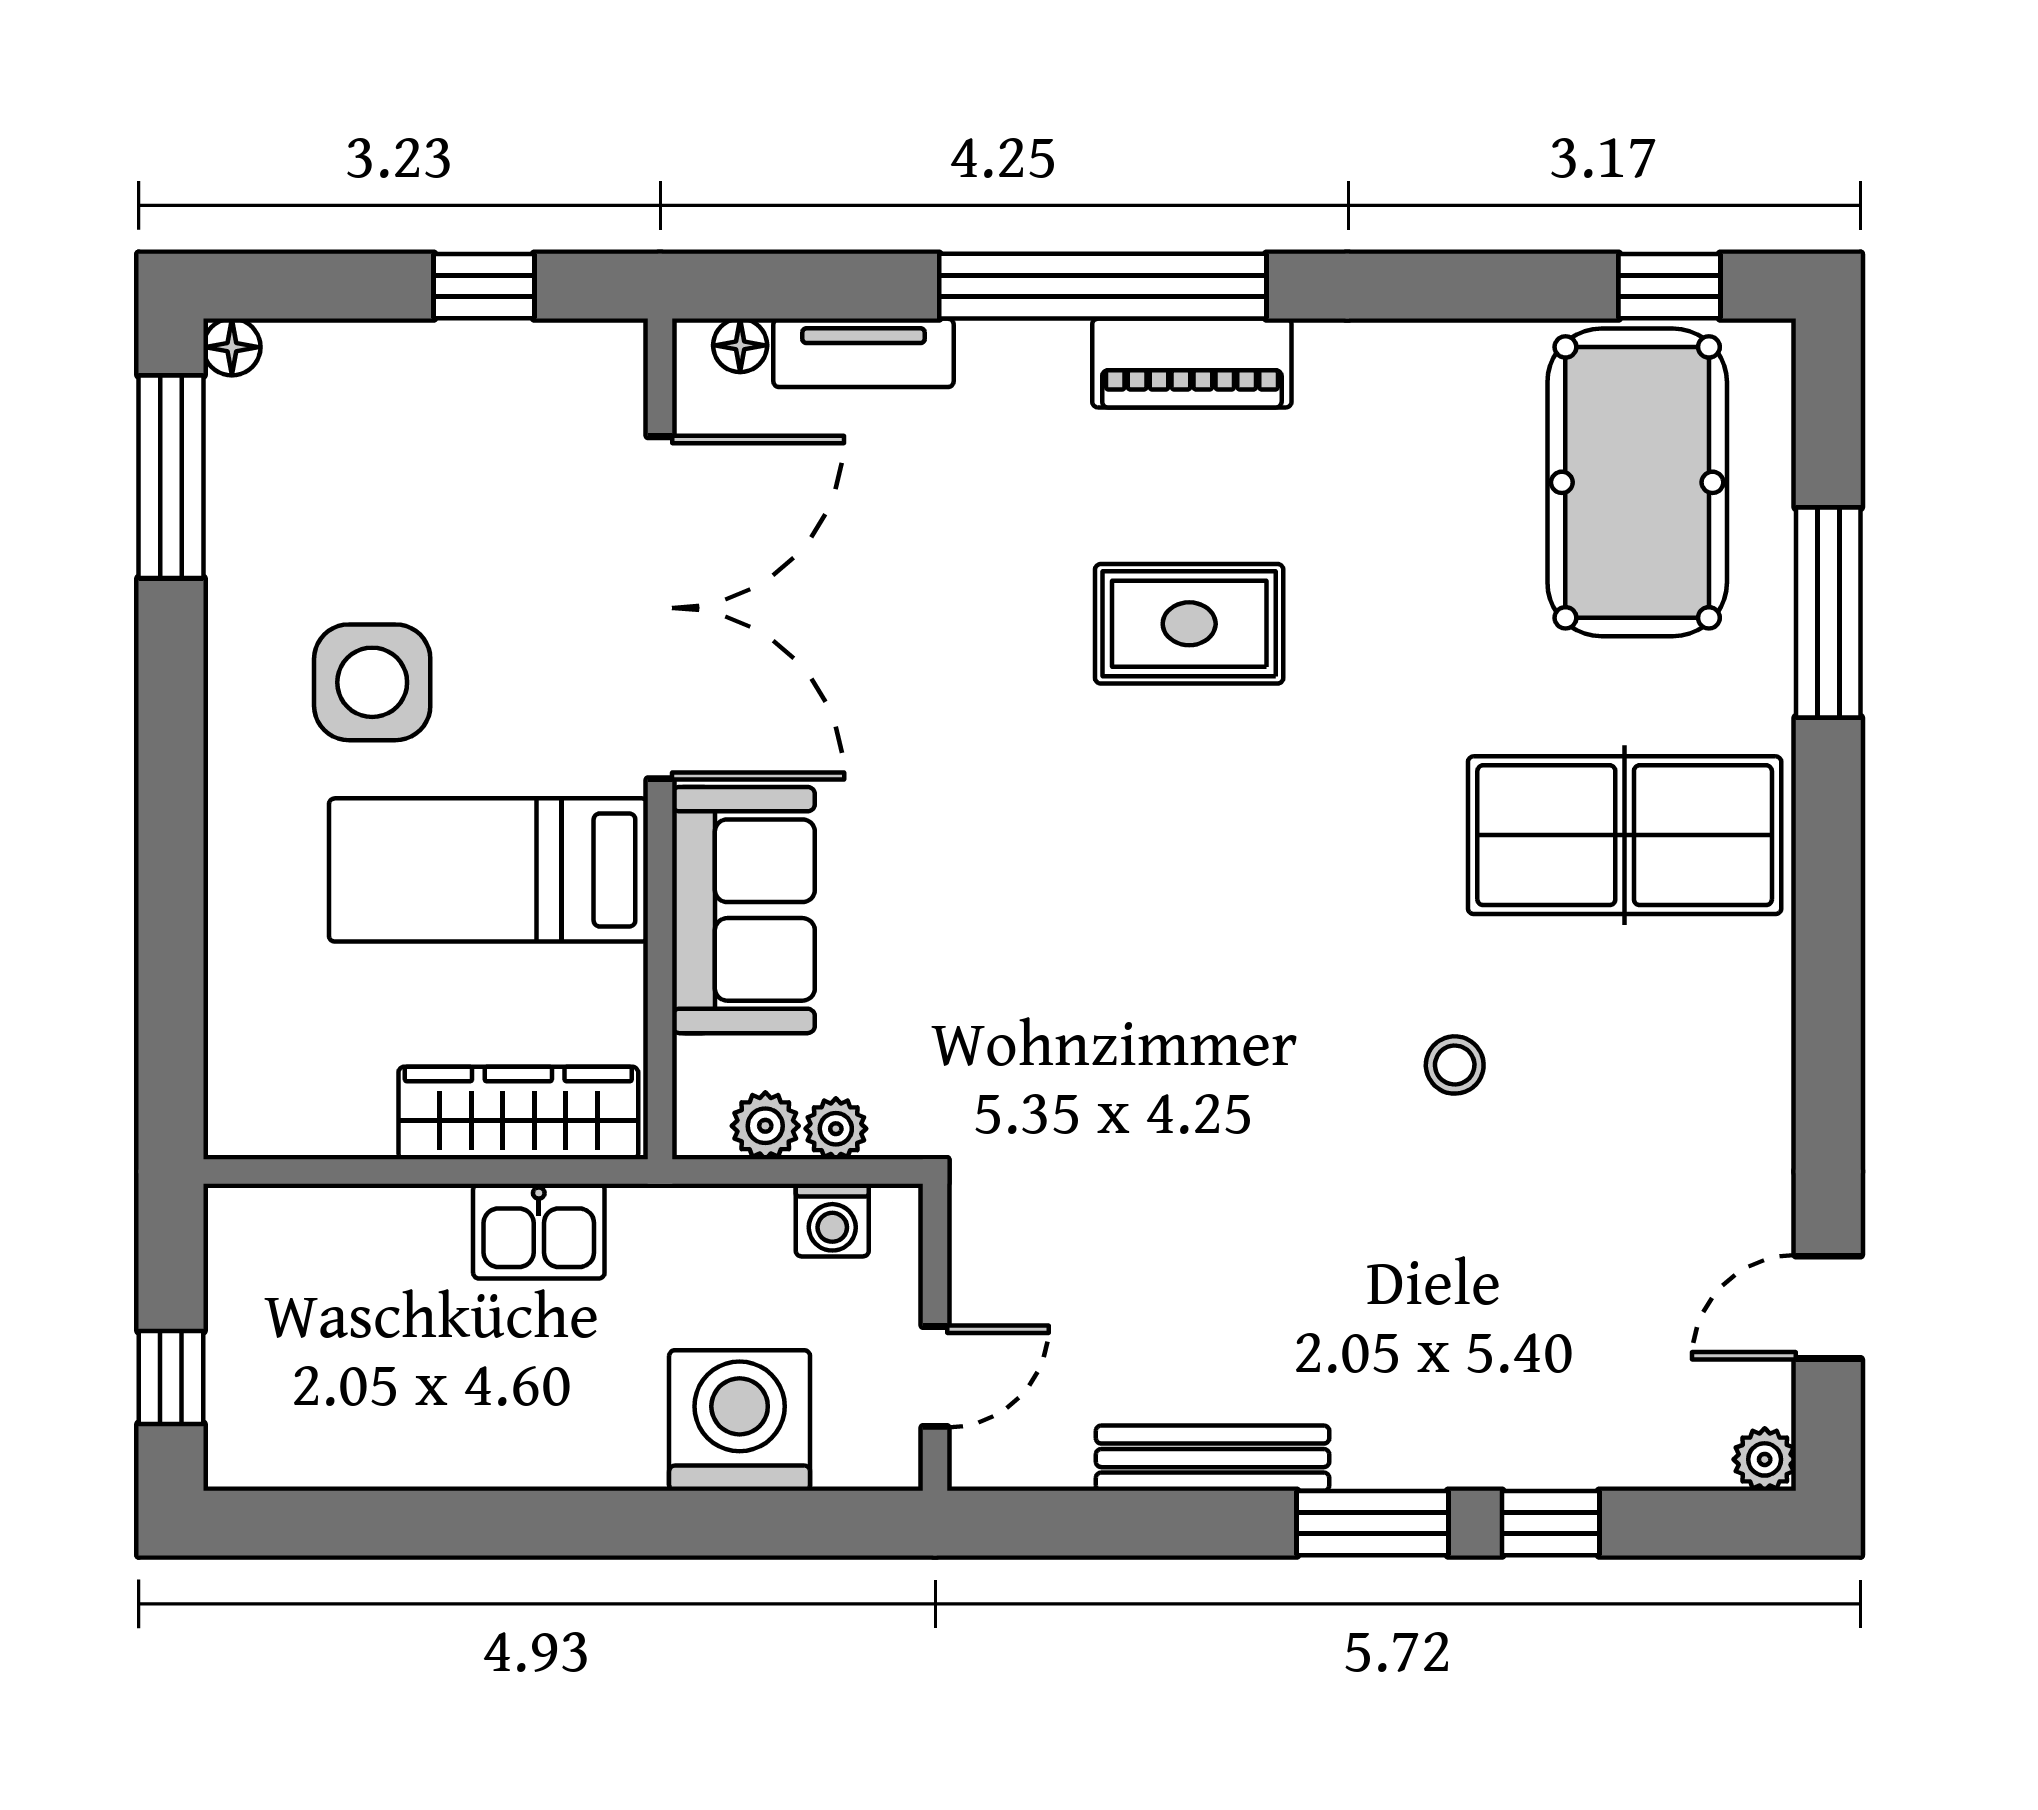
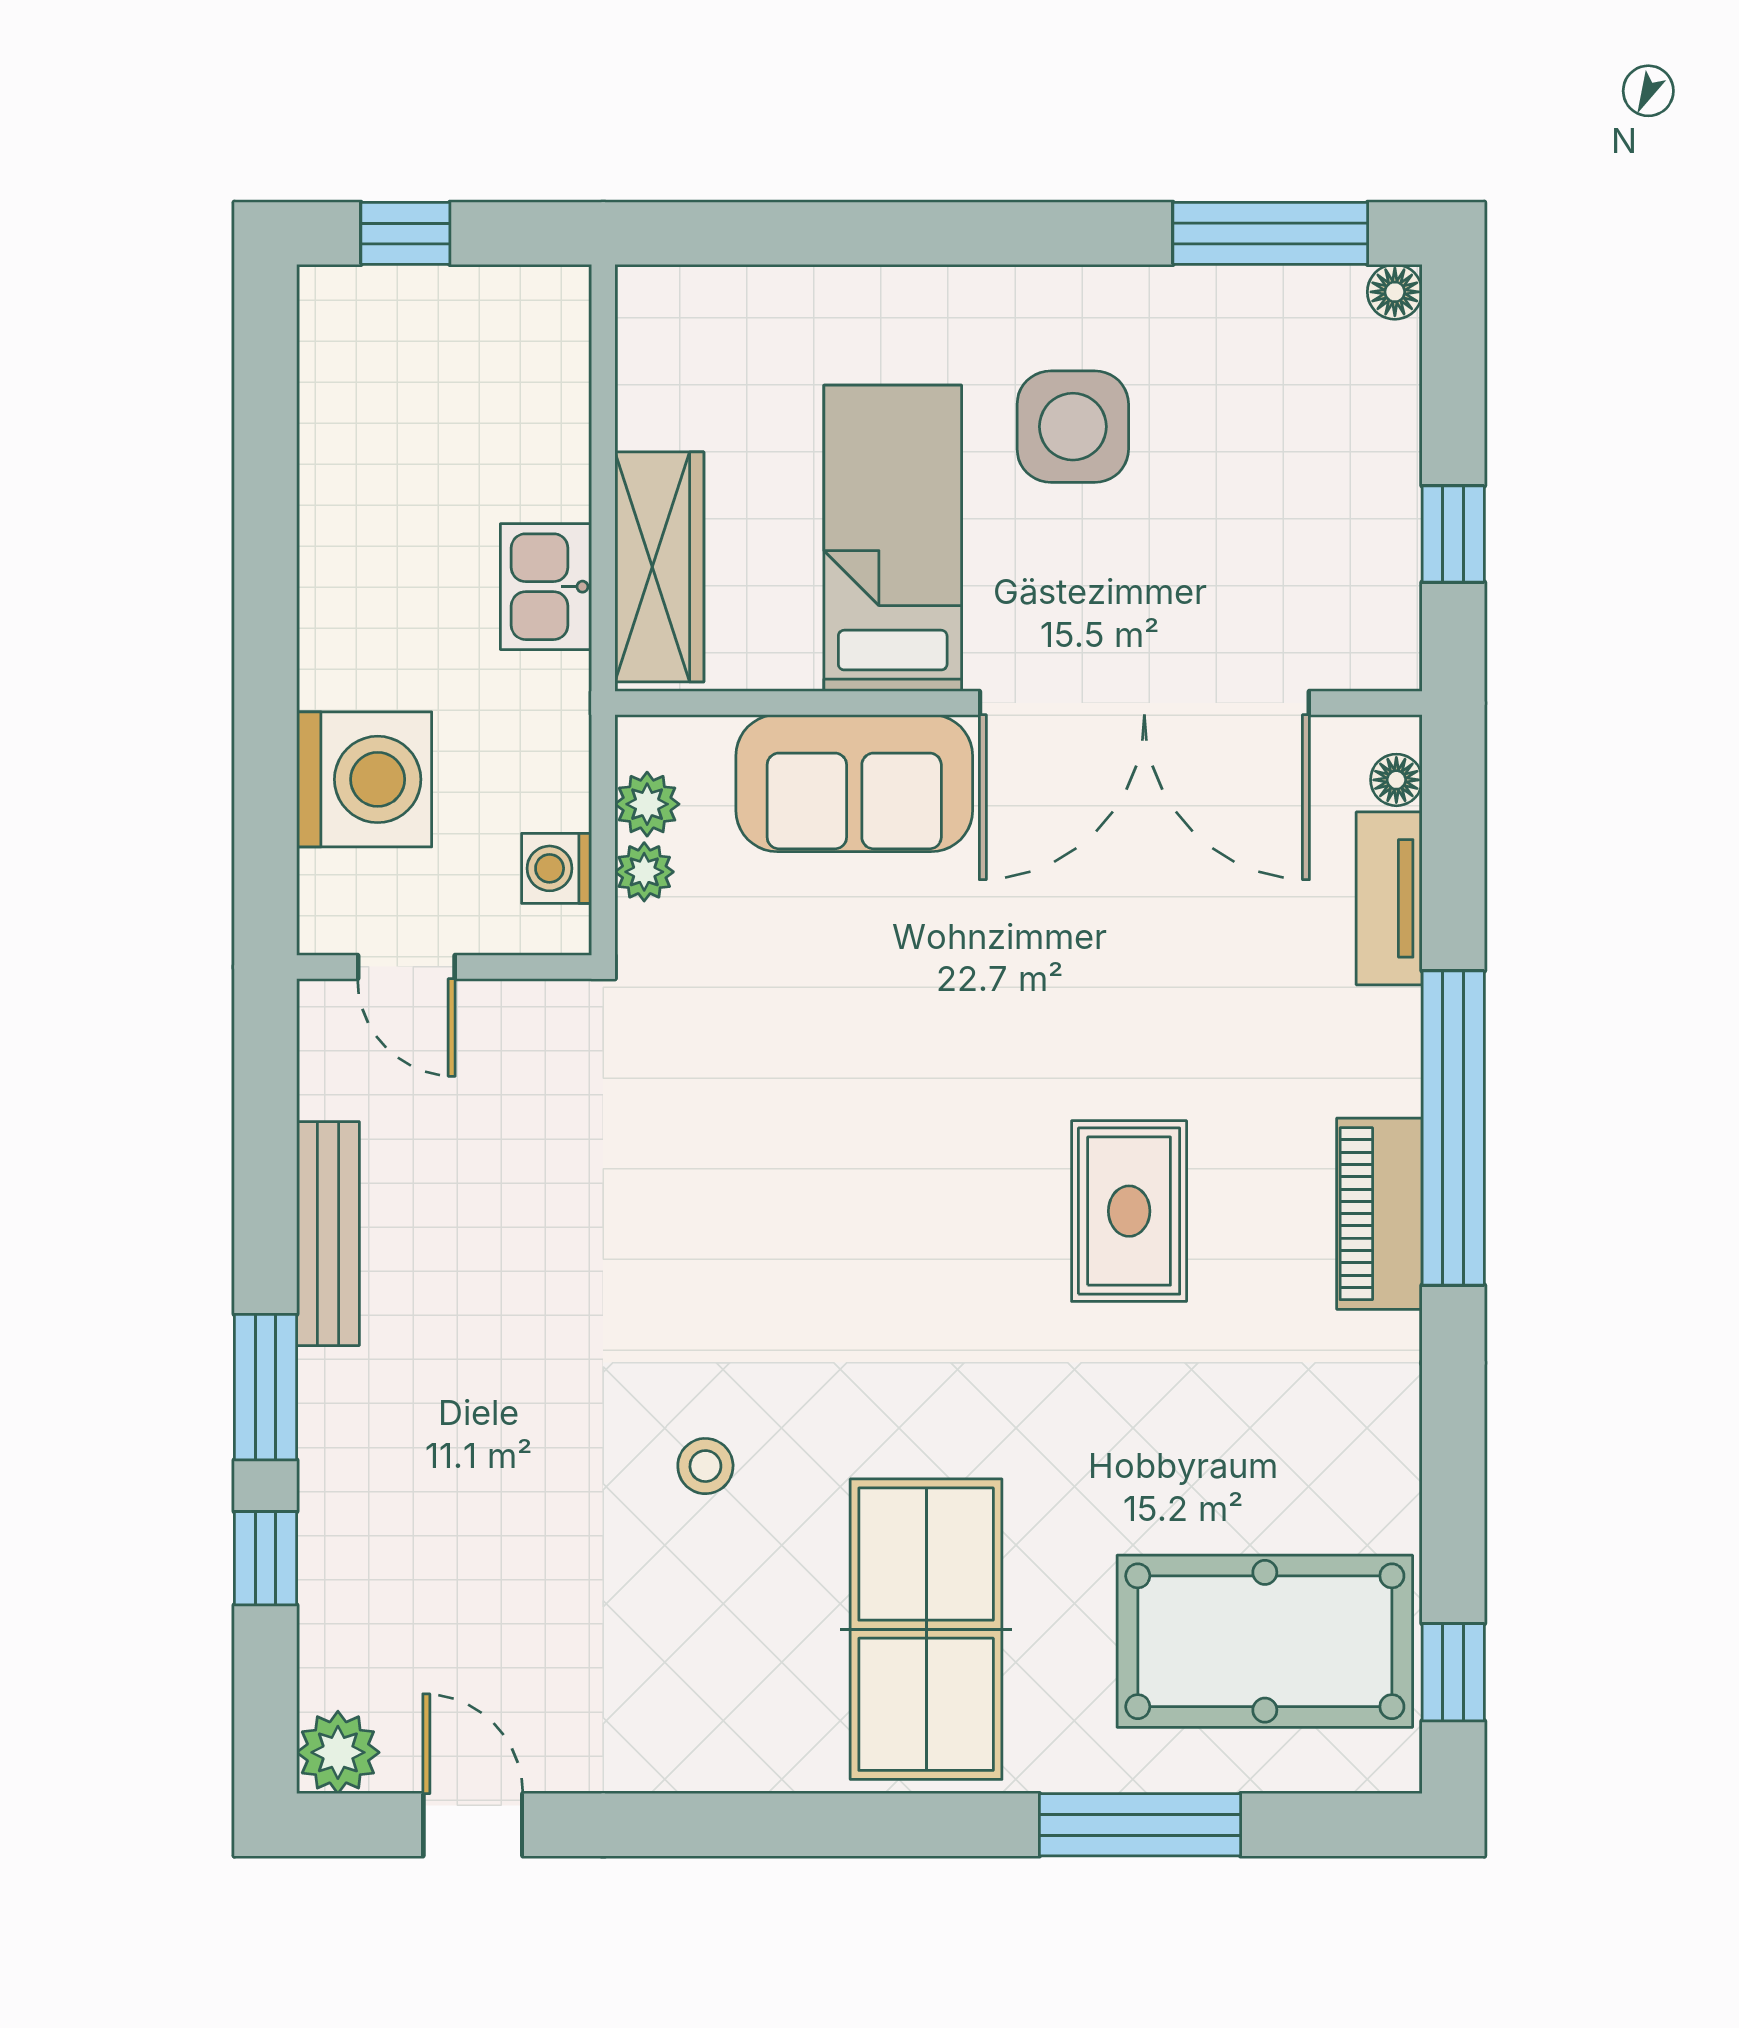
plant: (1765, 1459) -> (338, 1752), width x1.38, depth x1.38

